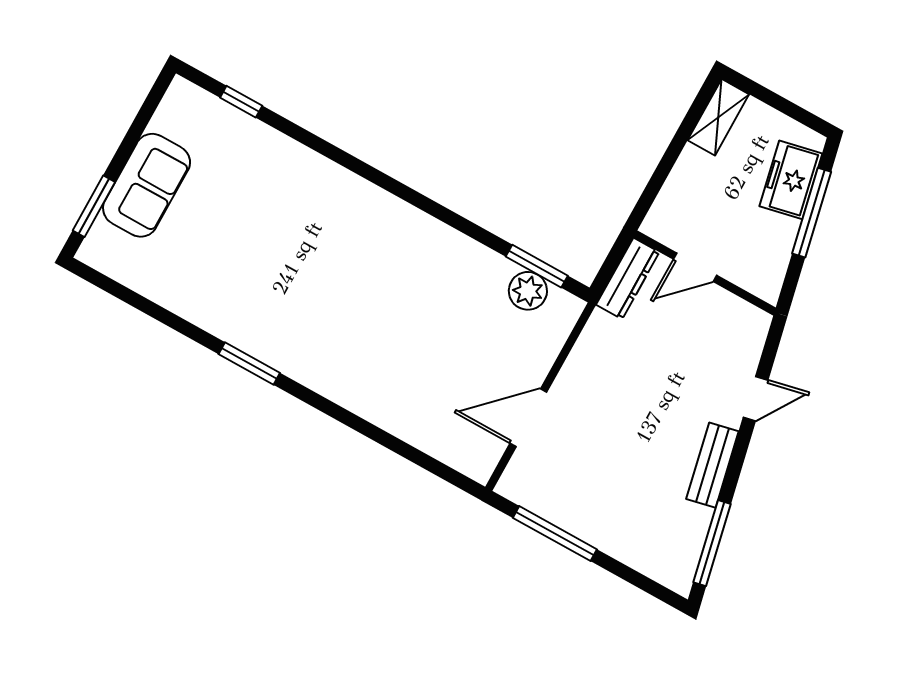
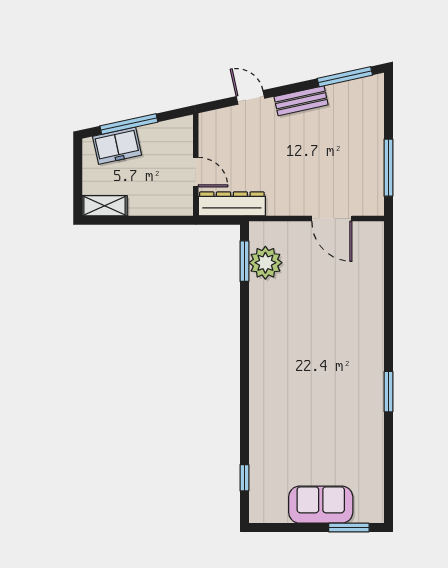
dresser: (628, 278) -> (232, 204), width x1.37, depth x1.24
plant: (528, 291) -> (265, 263), width x1.36, depth x1.36

